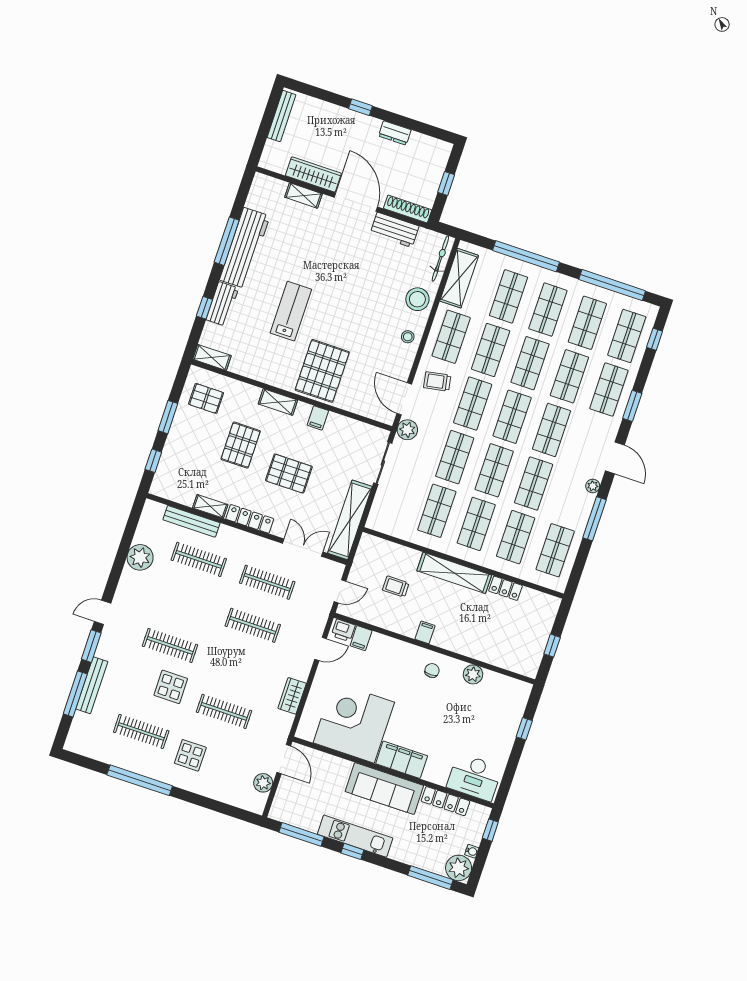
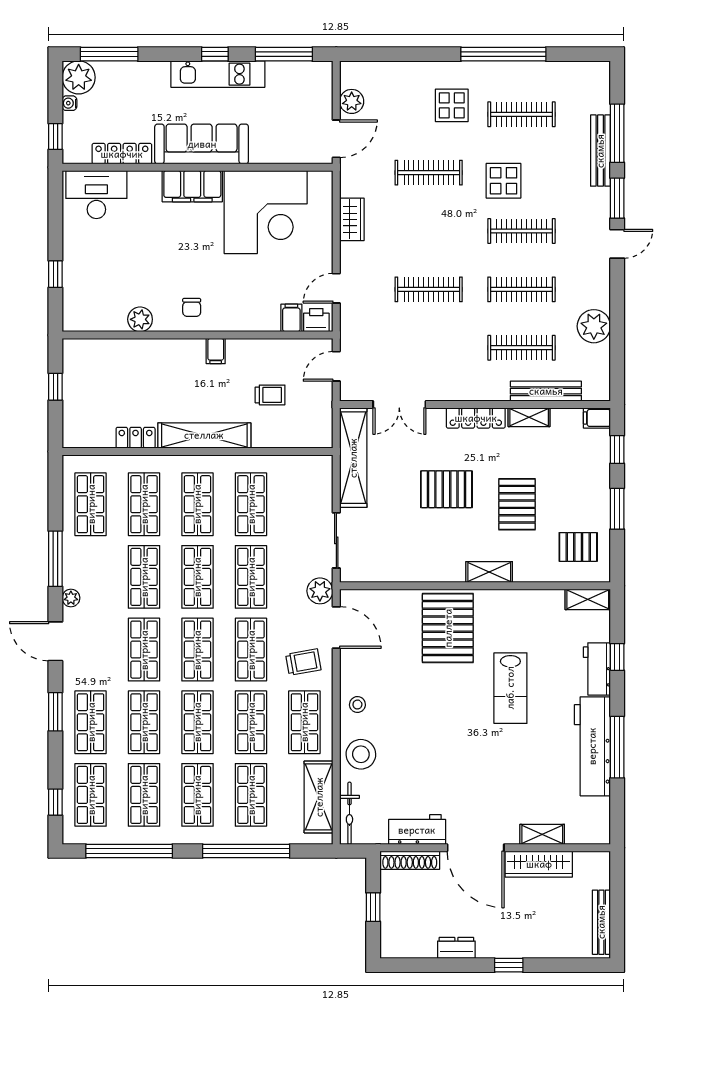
filing cabinet: (318, 418) -> (597, 418), moved, turned -90
clothes rail: (267, 582) -> (521, 289), moved
door: (284, 759) -> (336, 139), swing flipped

